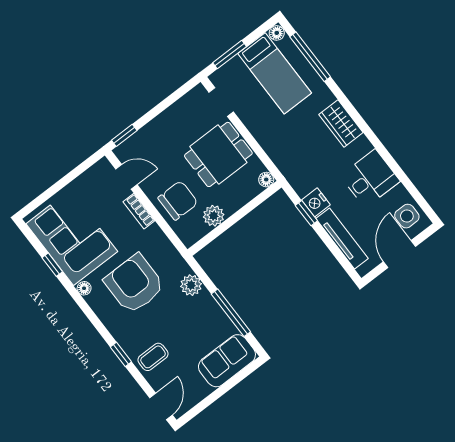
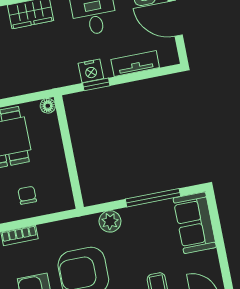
chair: (178, 200) -> (27, 195), width x0.54, depth x0.54
plant: (214, 216) -> (57, 170), removed
tv unit: (342, 238) -> (135, 63), width x0.71

